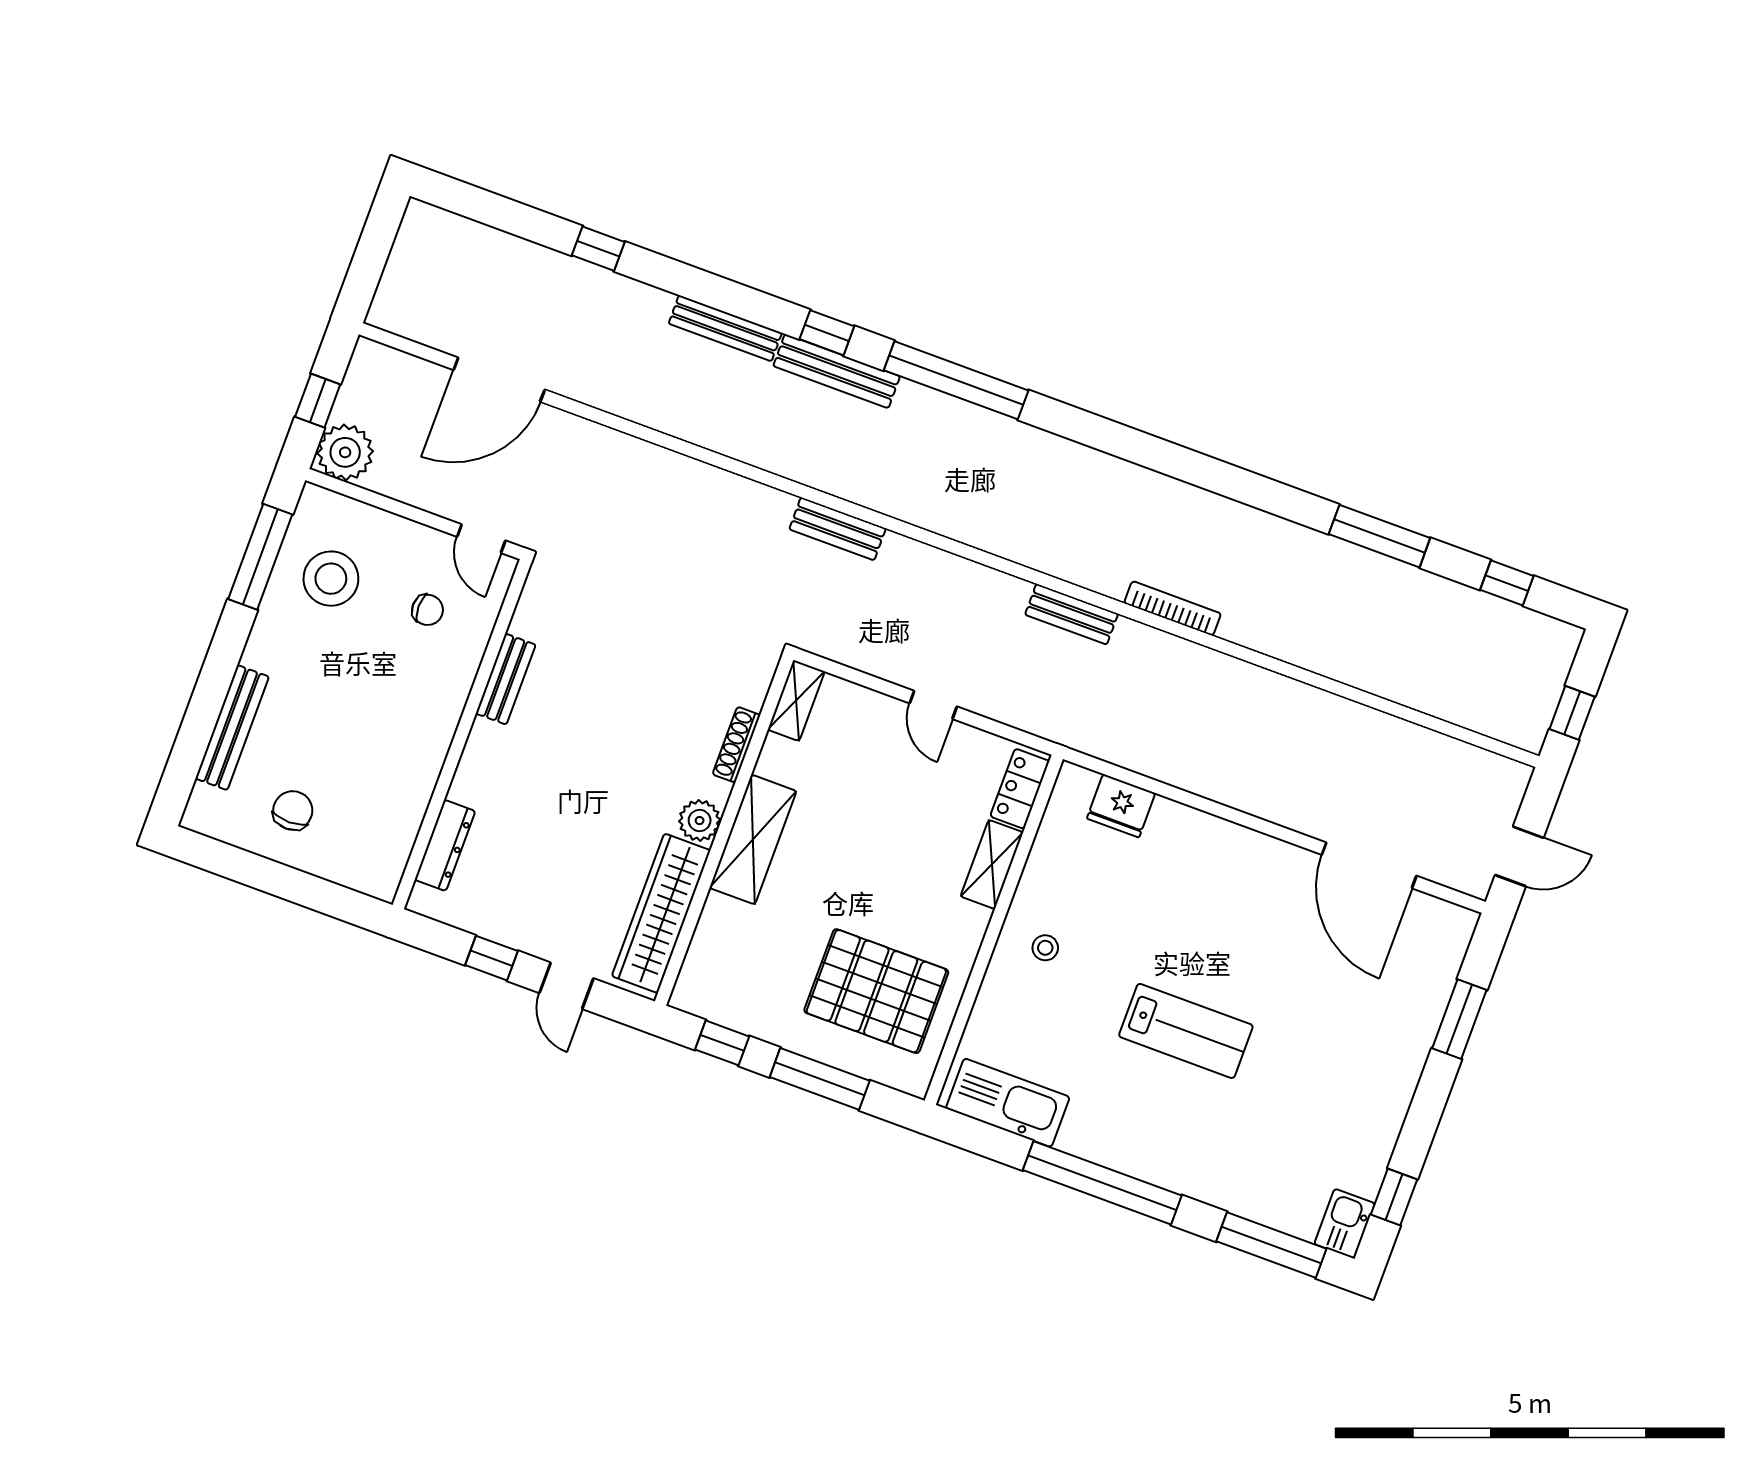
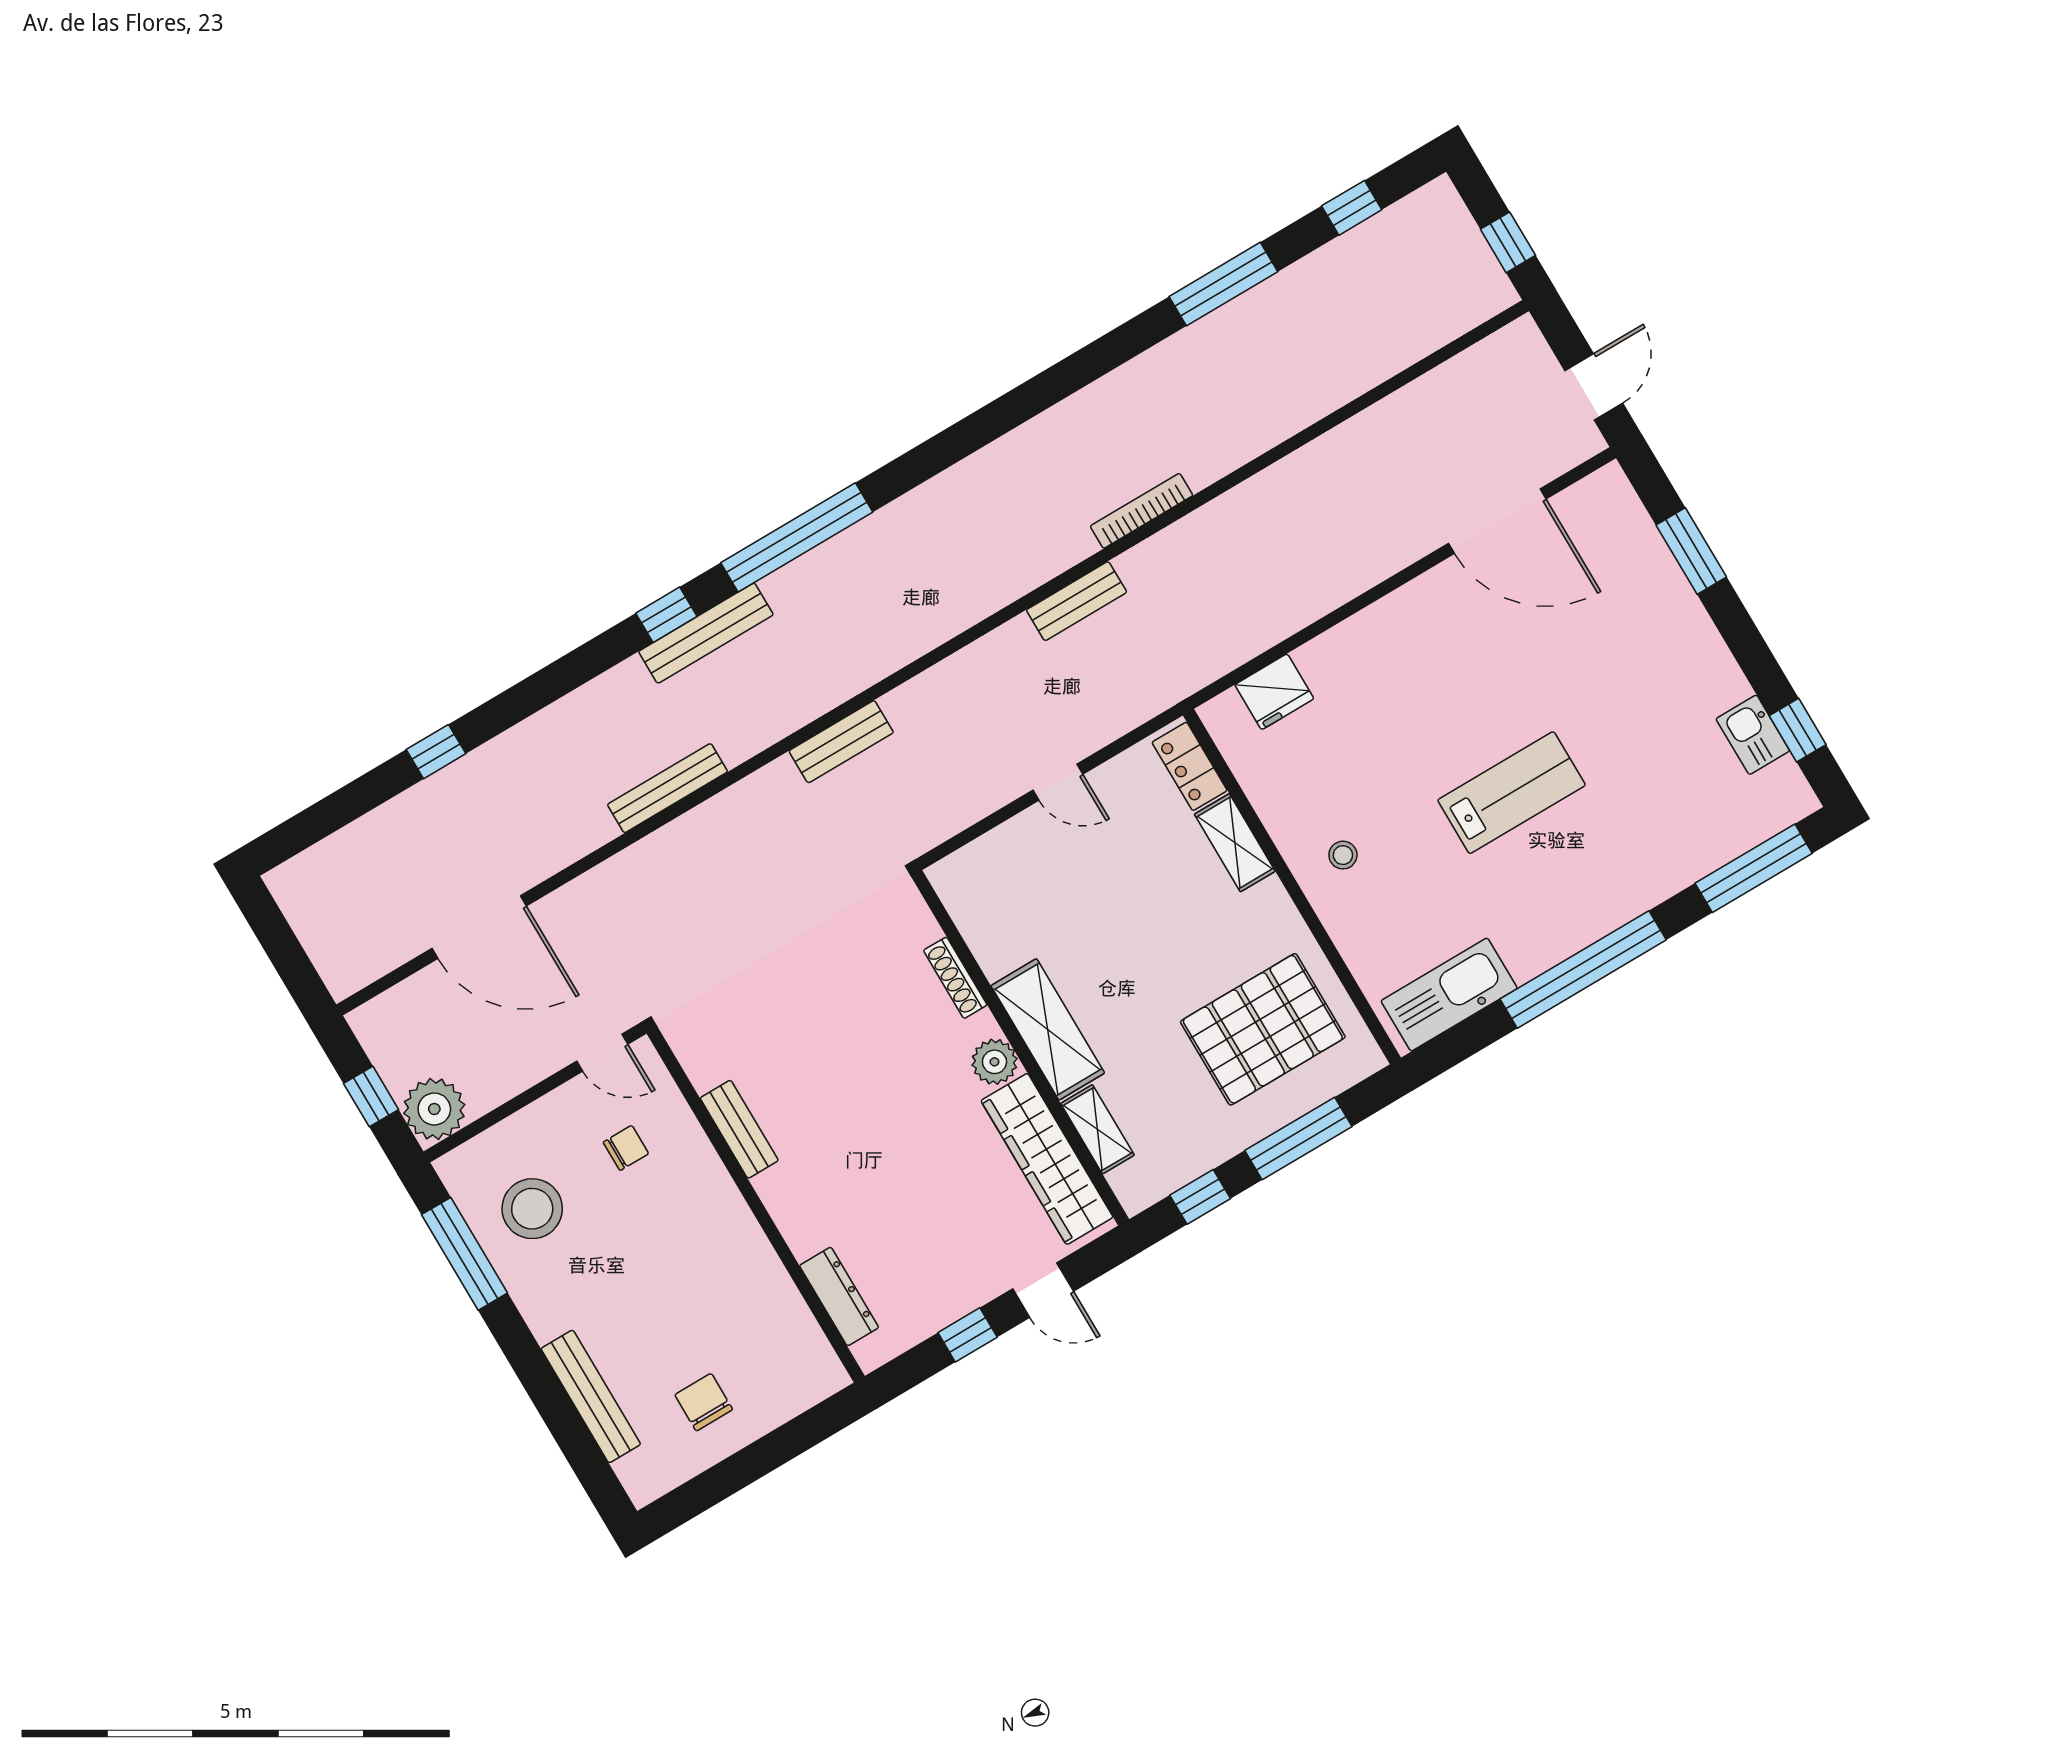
bench: (725, 328) -> (667, 788), moved
door: (499, 380) -> (479, 927), hinge flipped
shelving: (796, 700) -> (1097, 1129), moved
kitchen sink: (1345, 1224) -> (1753, 735), moved

